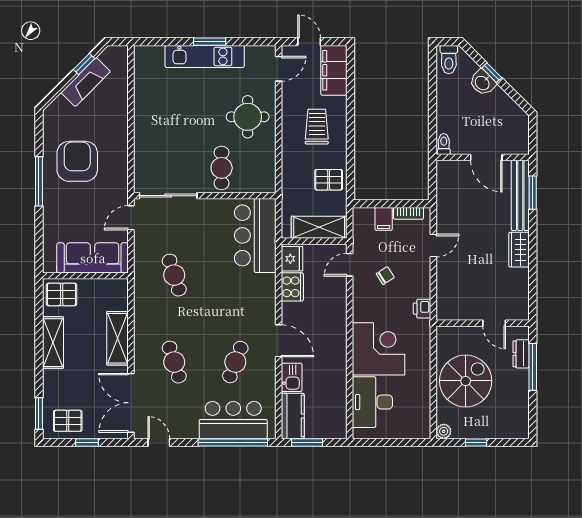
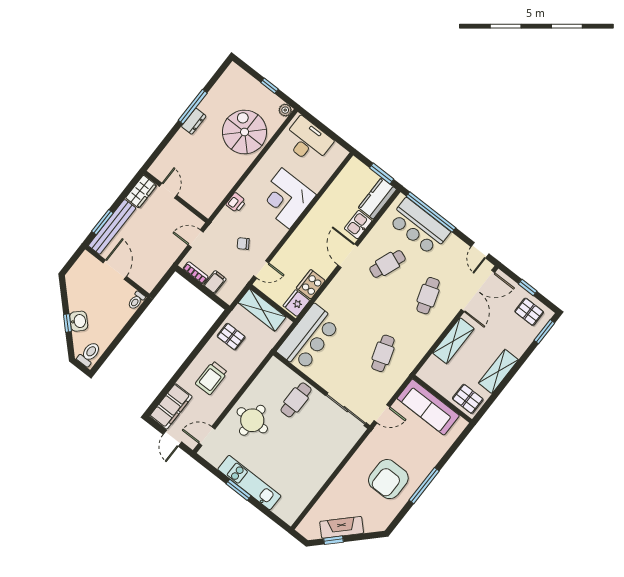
wall: (483, 323) -> (176, 197), moved
door: (494, 323) -> (168, 191), moved
spiral stairs: (466, 381) -> (245, 132), turned 90
desk: (372, 402) -> (307, 141), moved, turned -90

